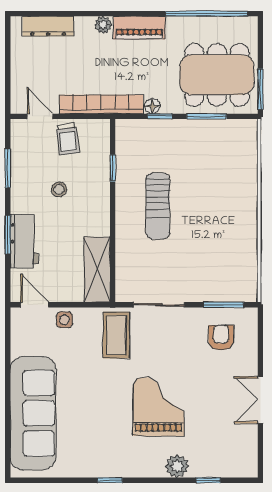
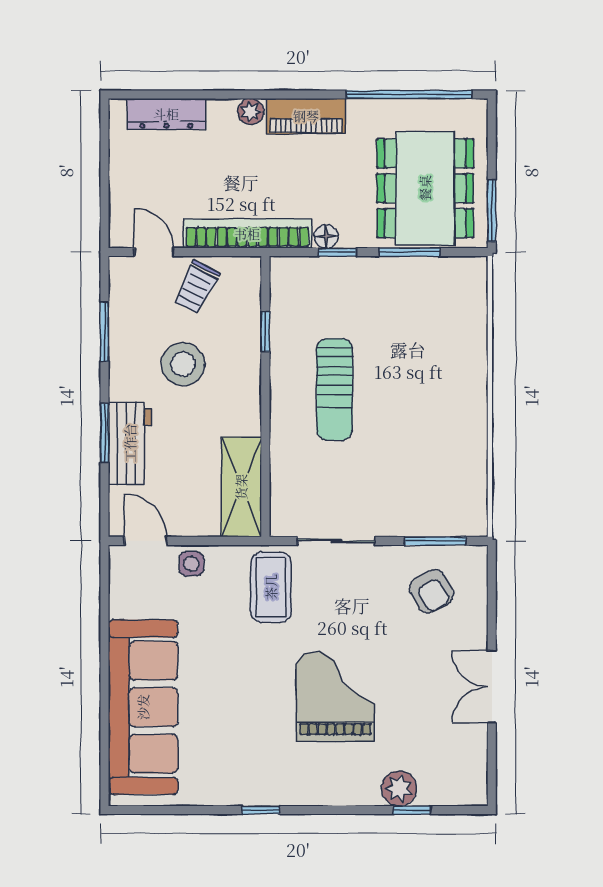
dining table: (217, 75) -> (425, 188), turned 90
trolley: (68, 139) -> (197, 287), turned 34
stool: (59, 189) -> (183, 364), width x1.89, depth x1.89
armchair: (221, 338) -> (431, 591), turned 151
plant: (177, 466) -> (399, 788), moved

